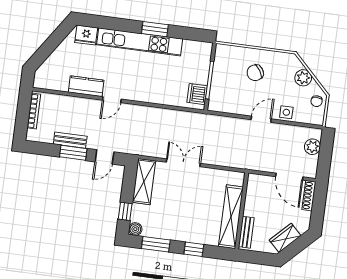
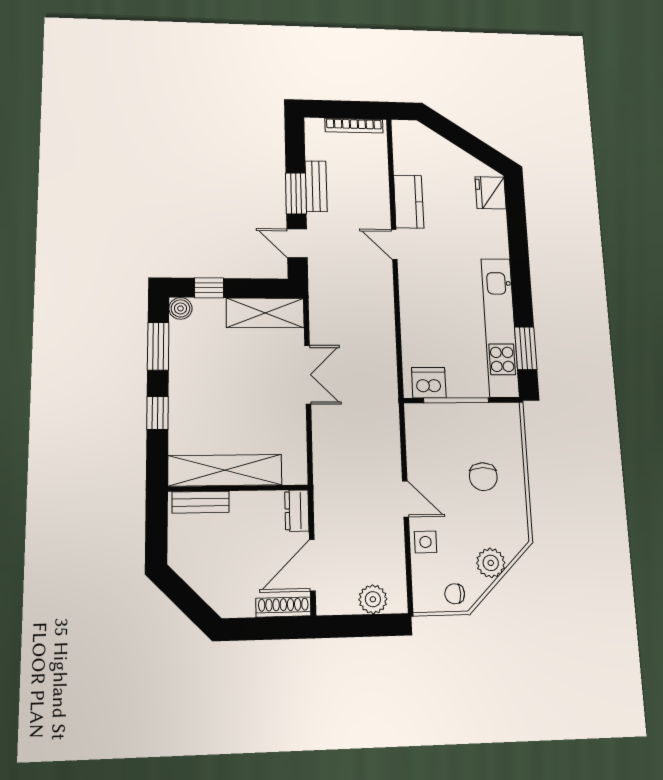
window: (155, 29) -> (526, 348), moved
kitchen unit: (140, 42) -> (500, 327), moved
chair: (255, 73) -> (483, 477), turned -147
dresser: (259, 181) -> (297, 511), added
wardrobe: (285, 238) -> (200, 575), removed

